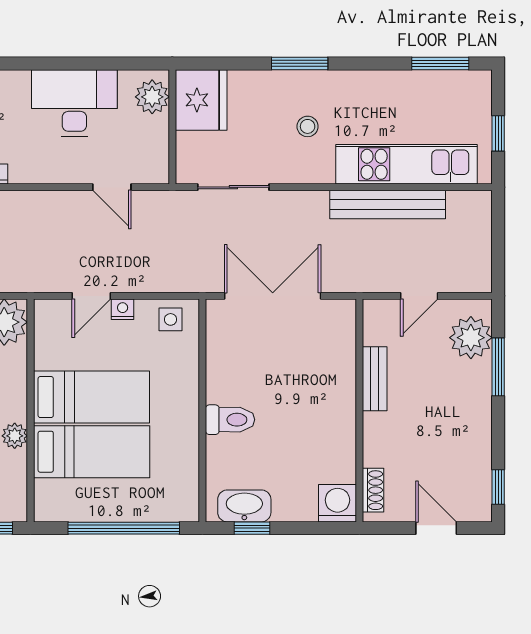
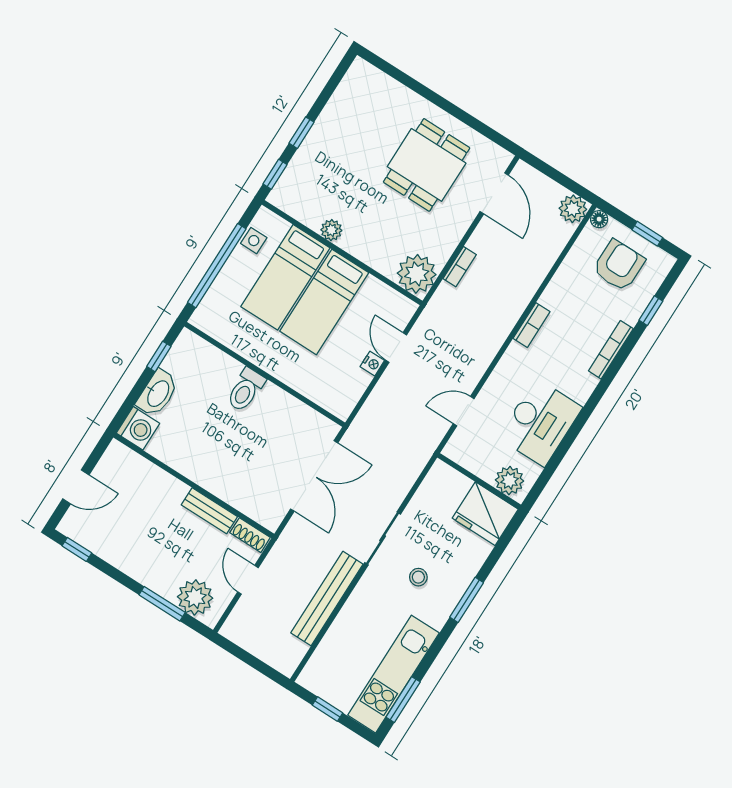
kitchen unit: (407, 164) -> (393, 674), moved, turned 180
sliding door: (233, 187) -> (383, 538), moved
side table: (171, 319) -> (254, 241), moved
shoe rack: (373, 490) -> (250, 535), moved
washbasin: (244, 506) -> (158, 393), moved

